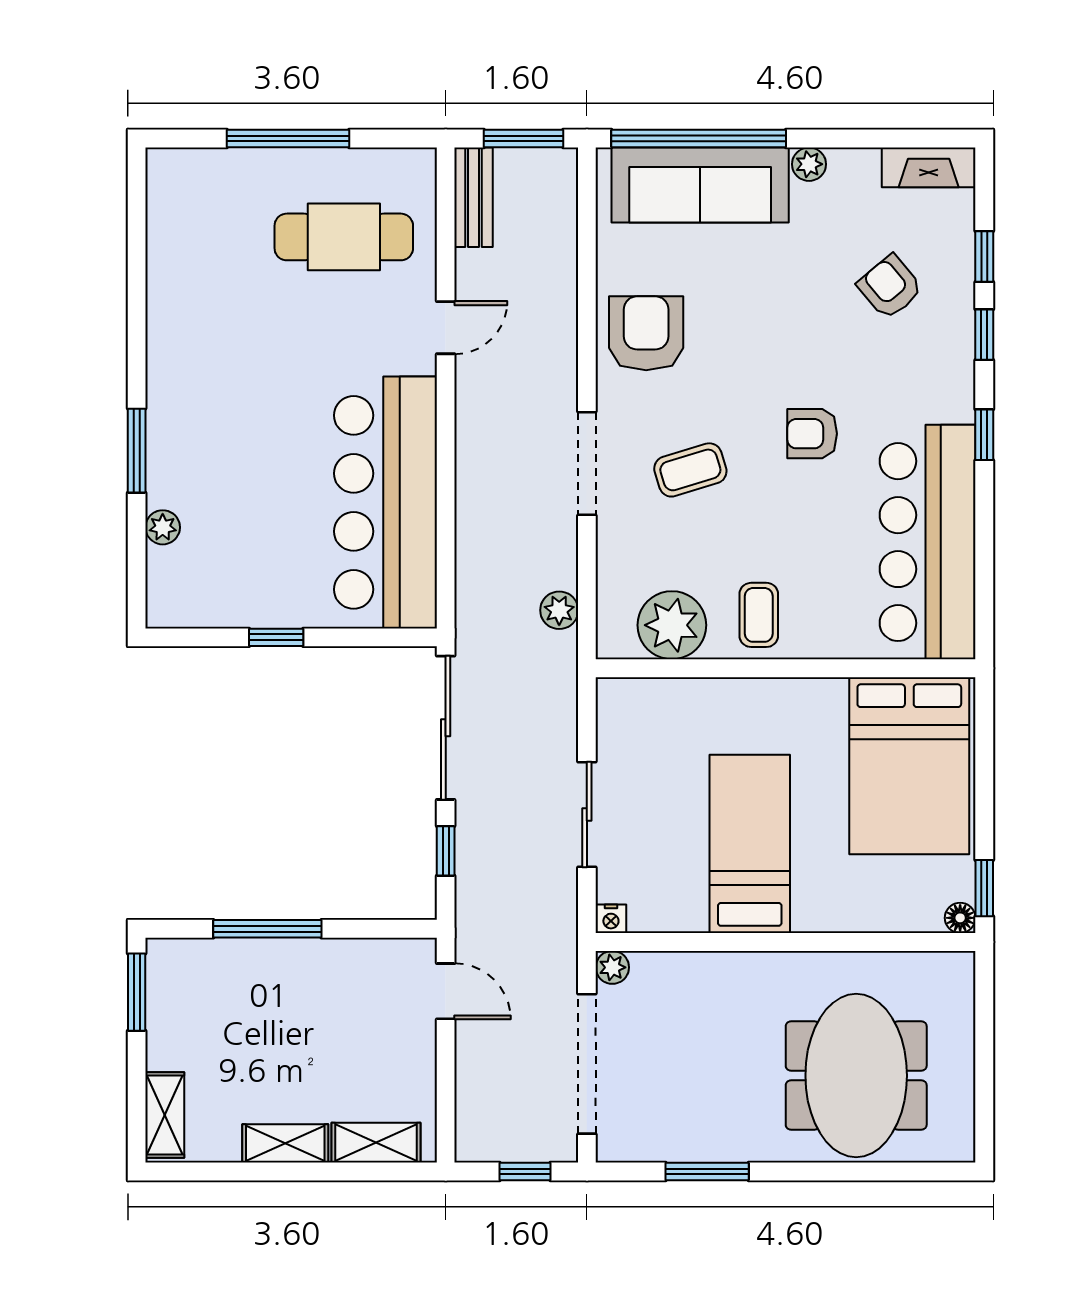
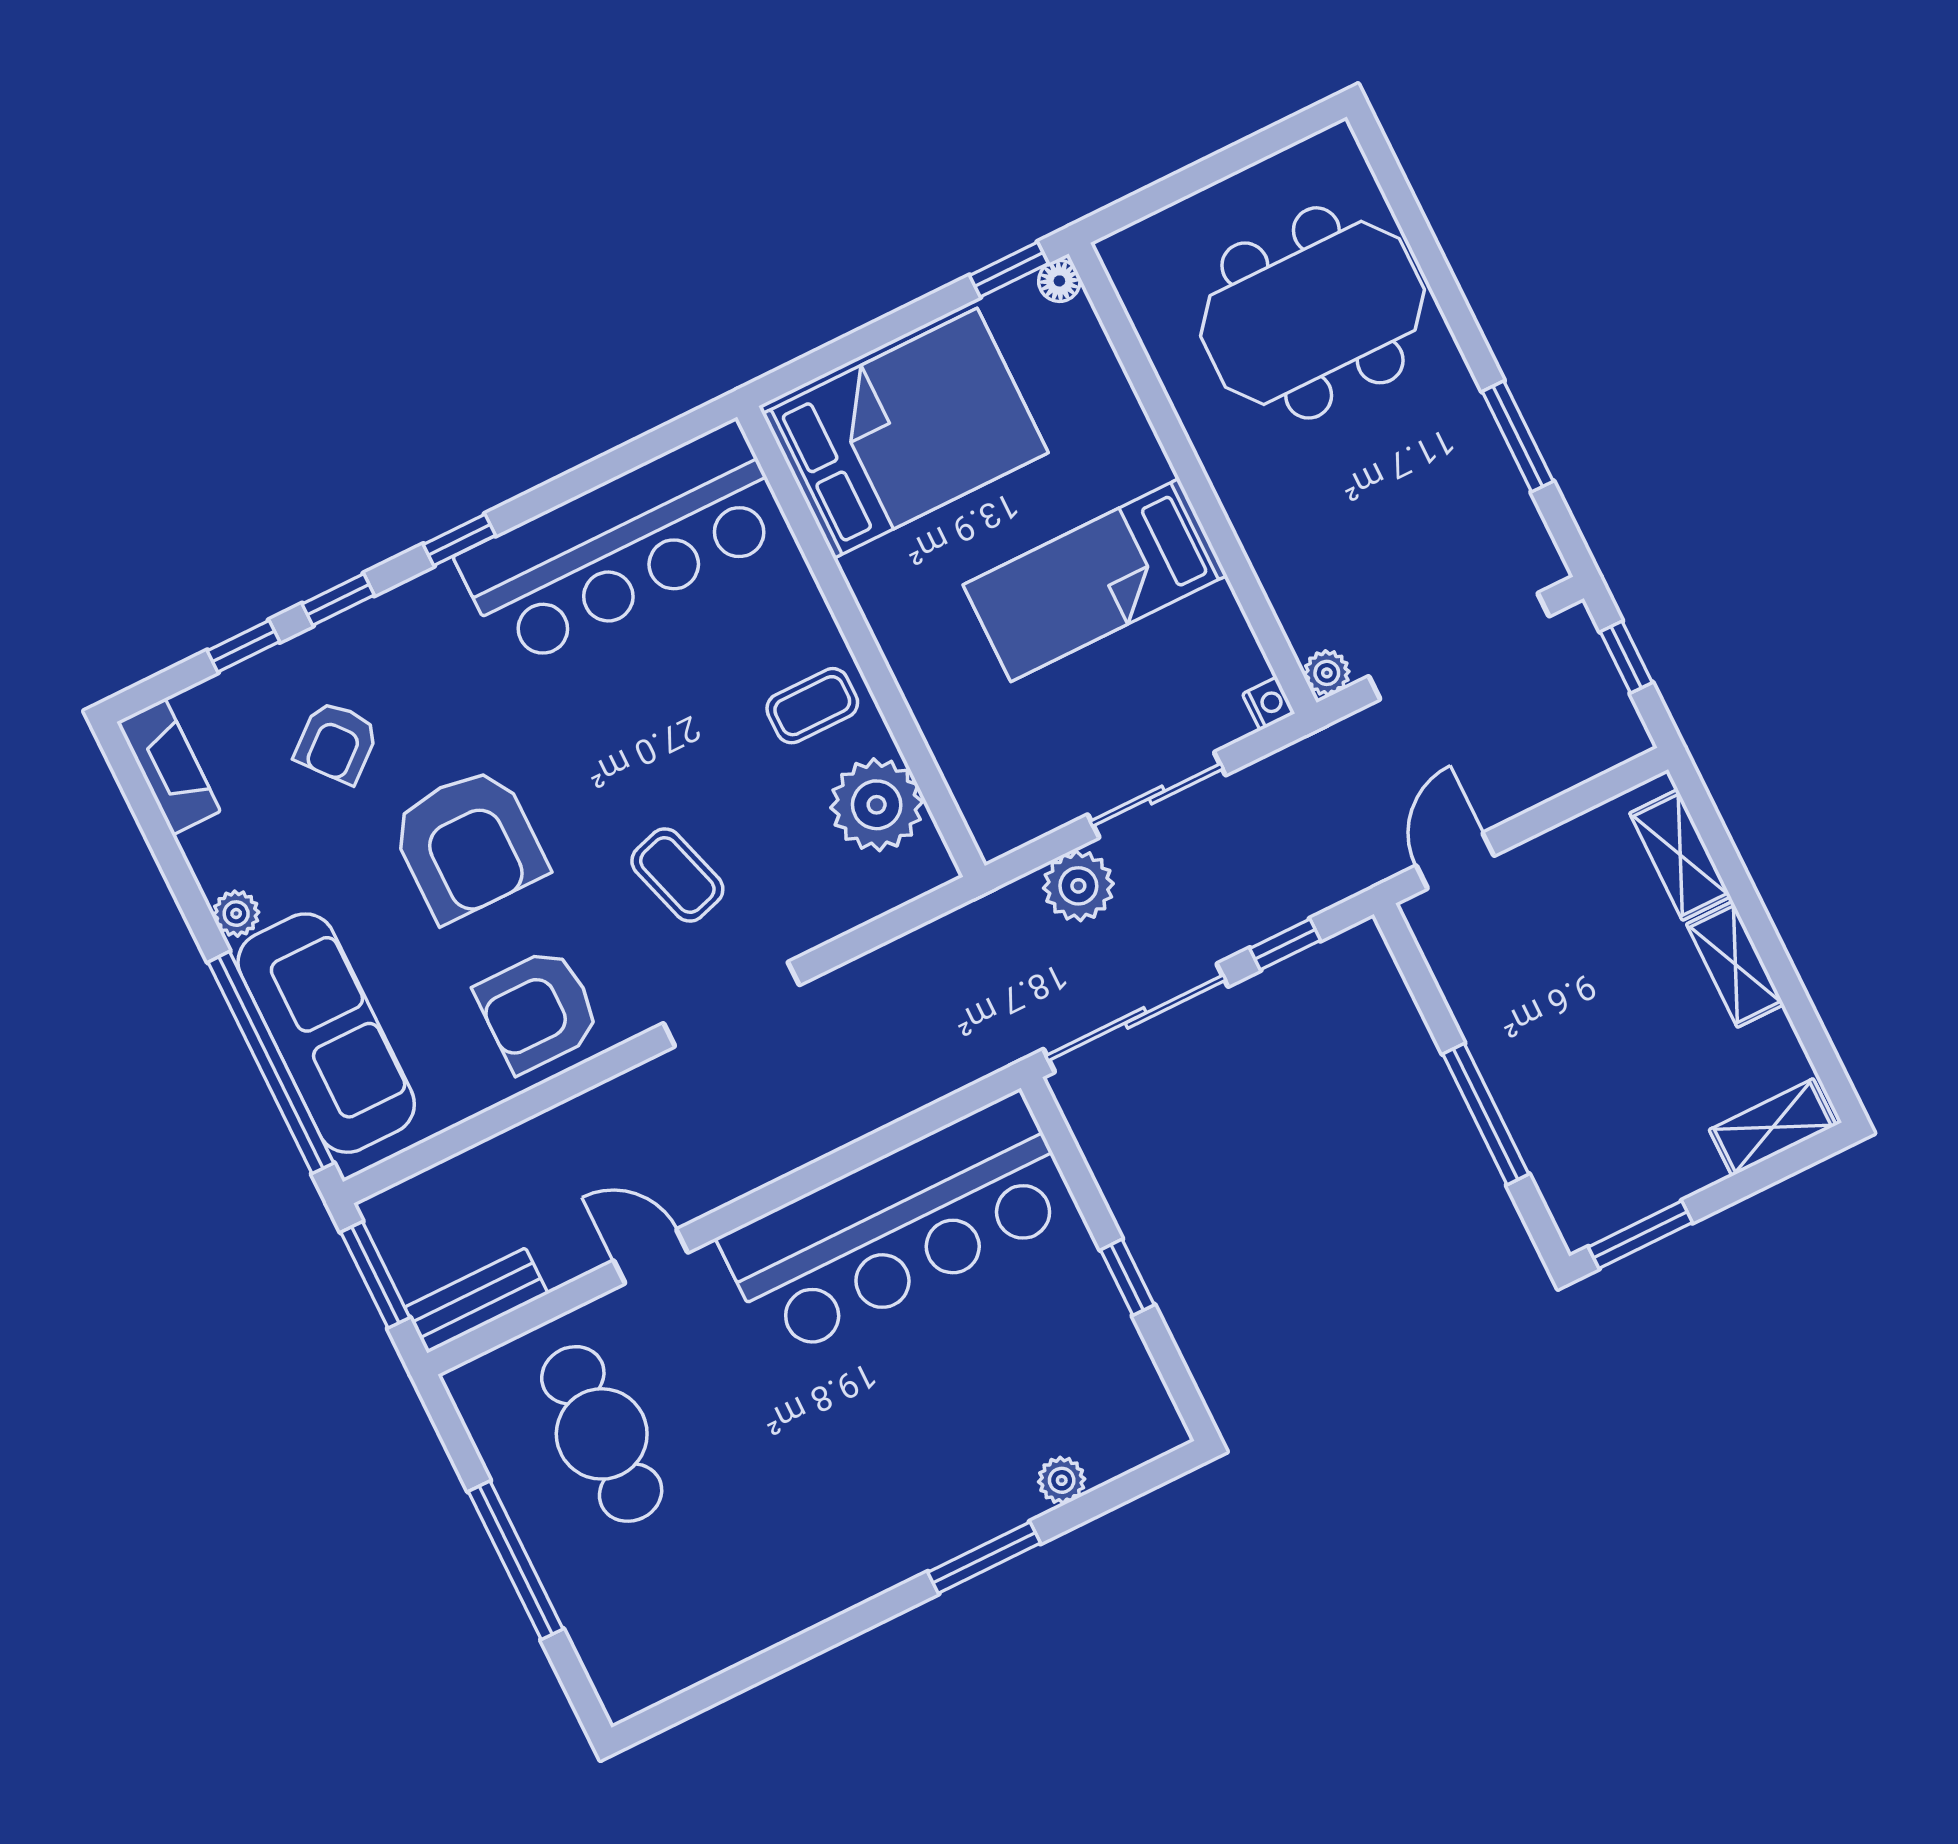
armchair: (812, 434) -> (468, 844), moved, width x1.88, depth x1.88
plant: (559, 610) -> (1078, 886), moved, width x1.38, depth x1.38

